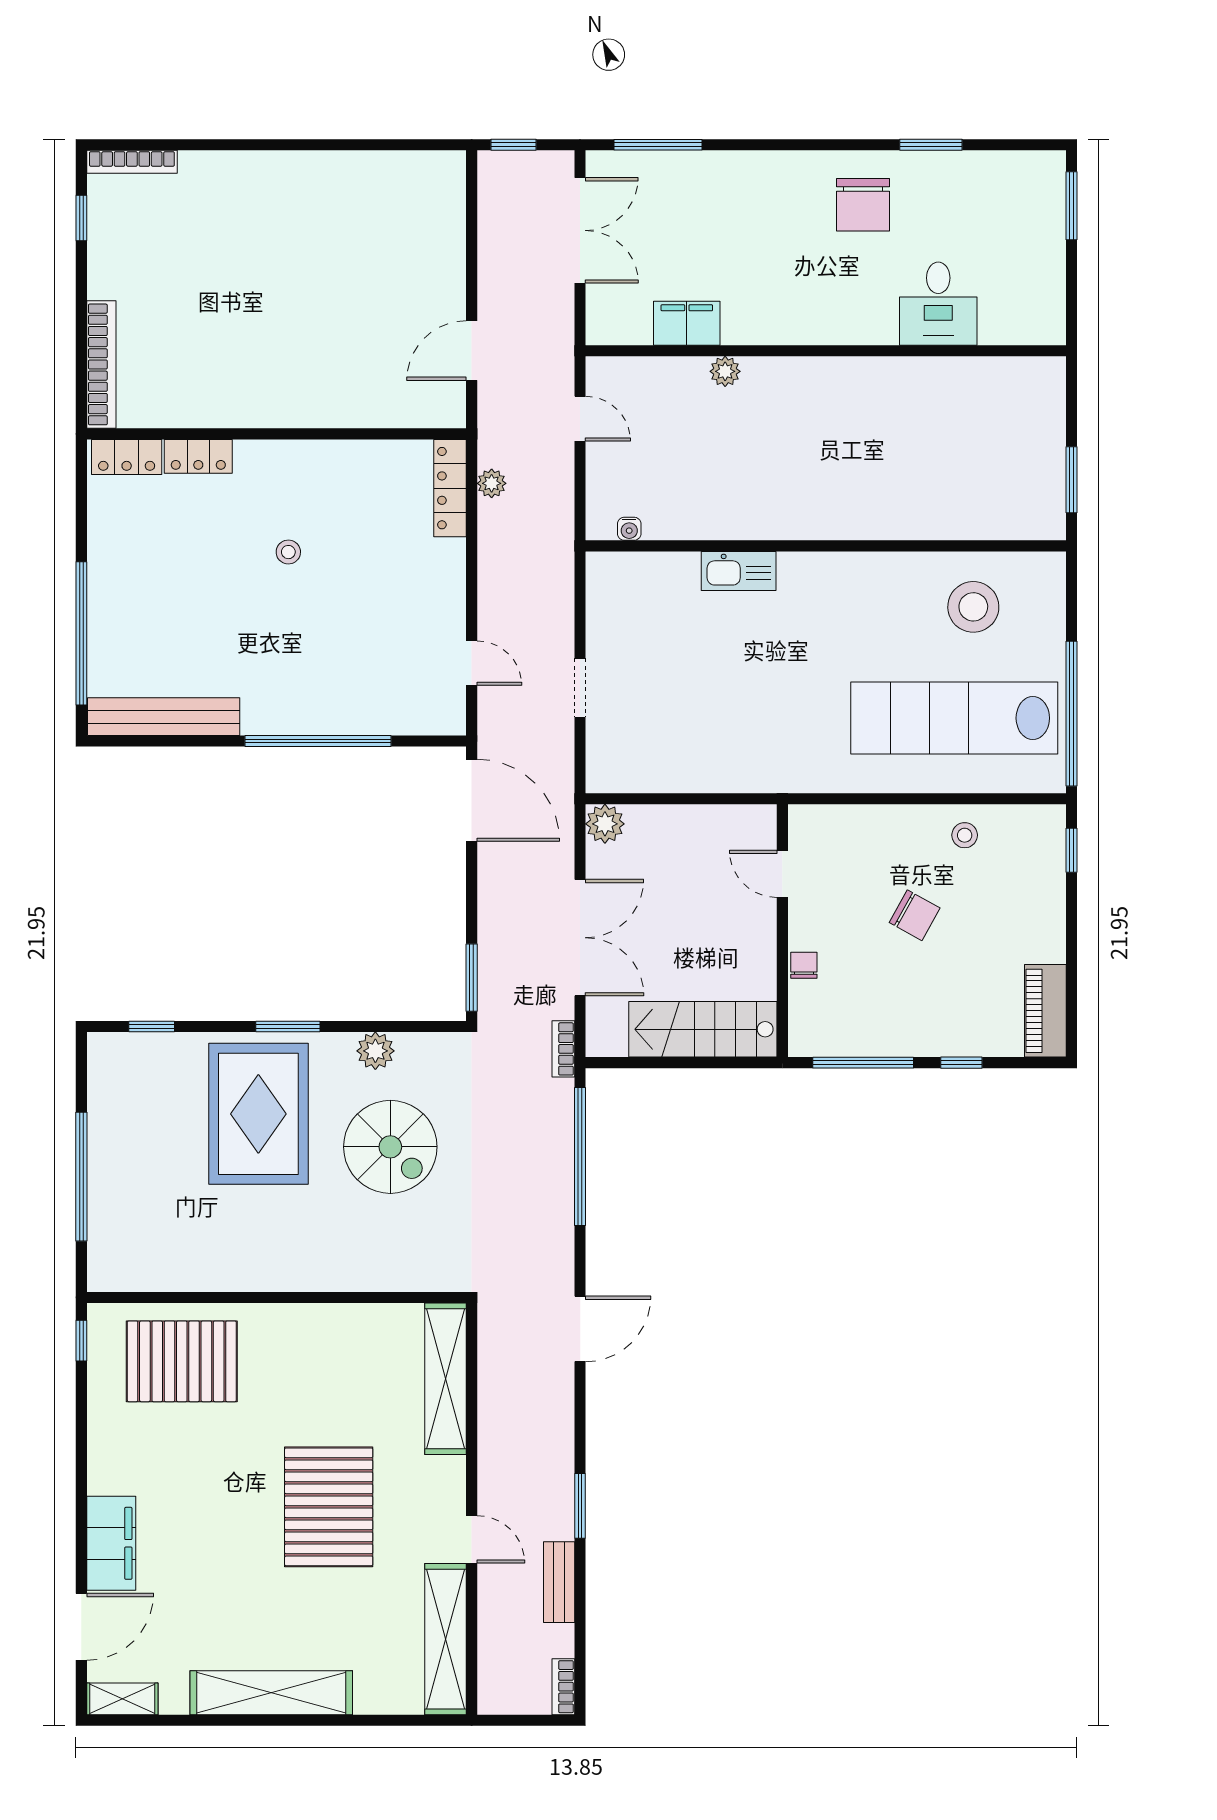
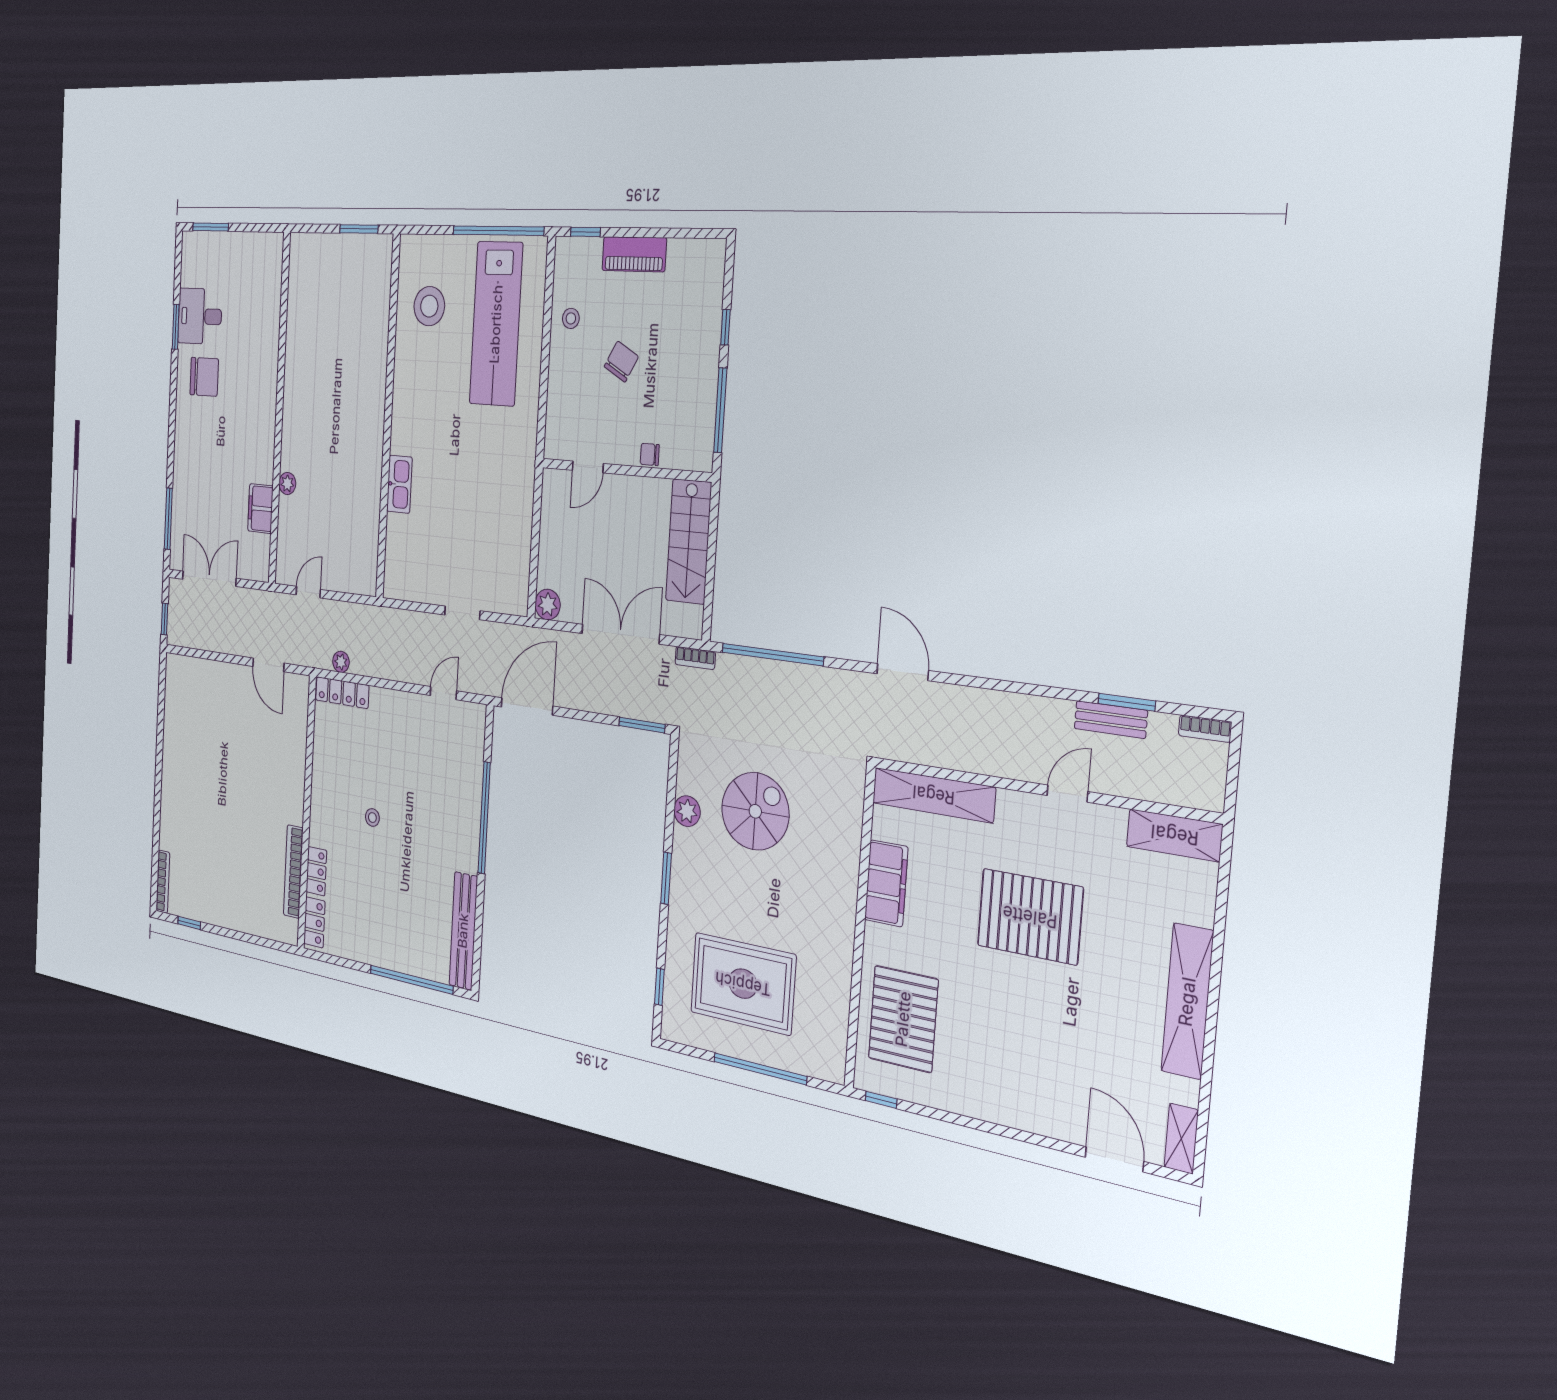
desk: (938, 304) -> (200, 316), moved, turned 180
bookcase: (101, 364) -> (293, 872), moved, turned -90
water cooler: (629, 529) -> (371, 564), removed
piano: (1045, 1011) -> (634, 254), moved
rug: (258, 1114) -> (743, 984), moved
window: (580, 1506) -> (1127, 702), moved
filing cabinet: (111, 1543) -> (886, 883), moved, turned 90
shelving: (446, 1639) -> (1174, 835), width x0.68

